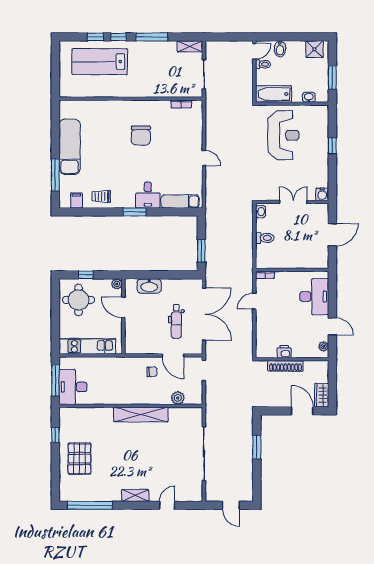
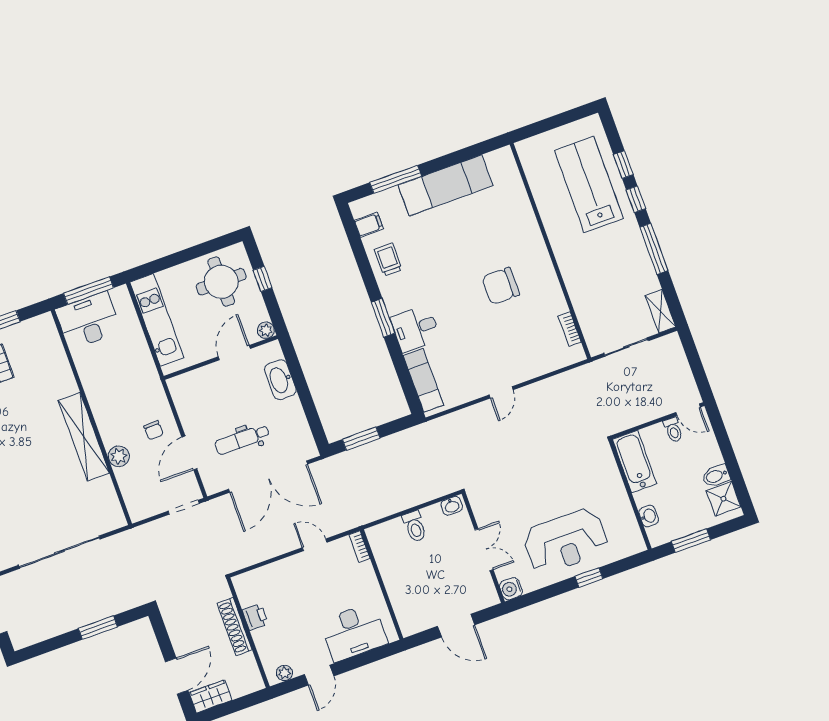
bidet: (280, 49) -> (716, 476), moved
reception desk: (283, 135) -> (566, 541), moved
plant: (178, 398) -> (119, 456), moved

